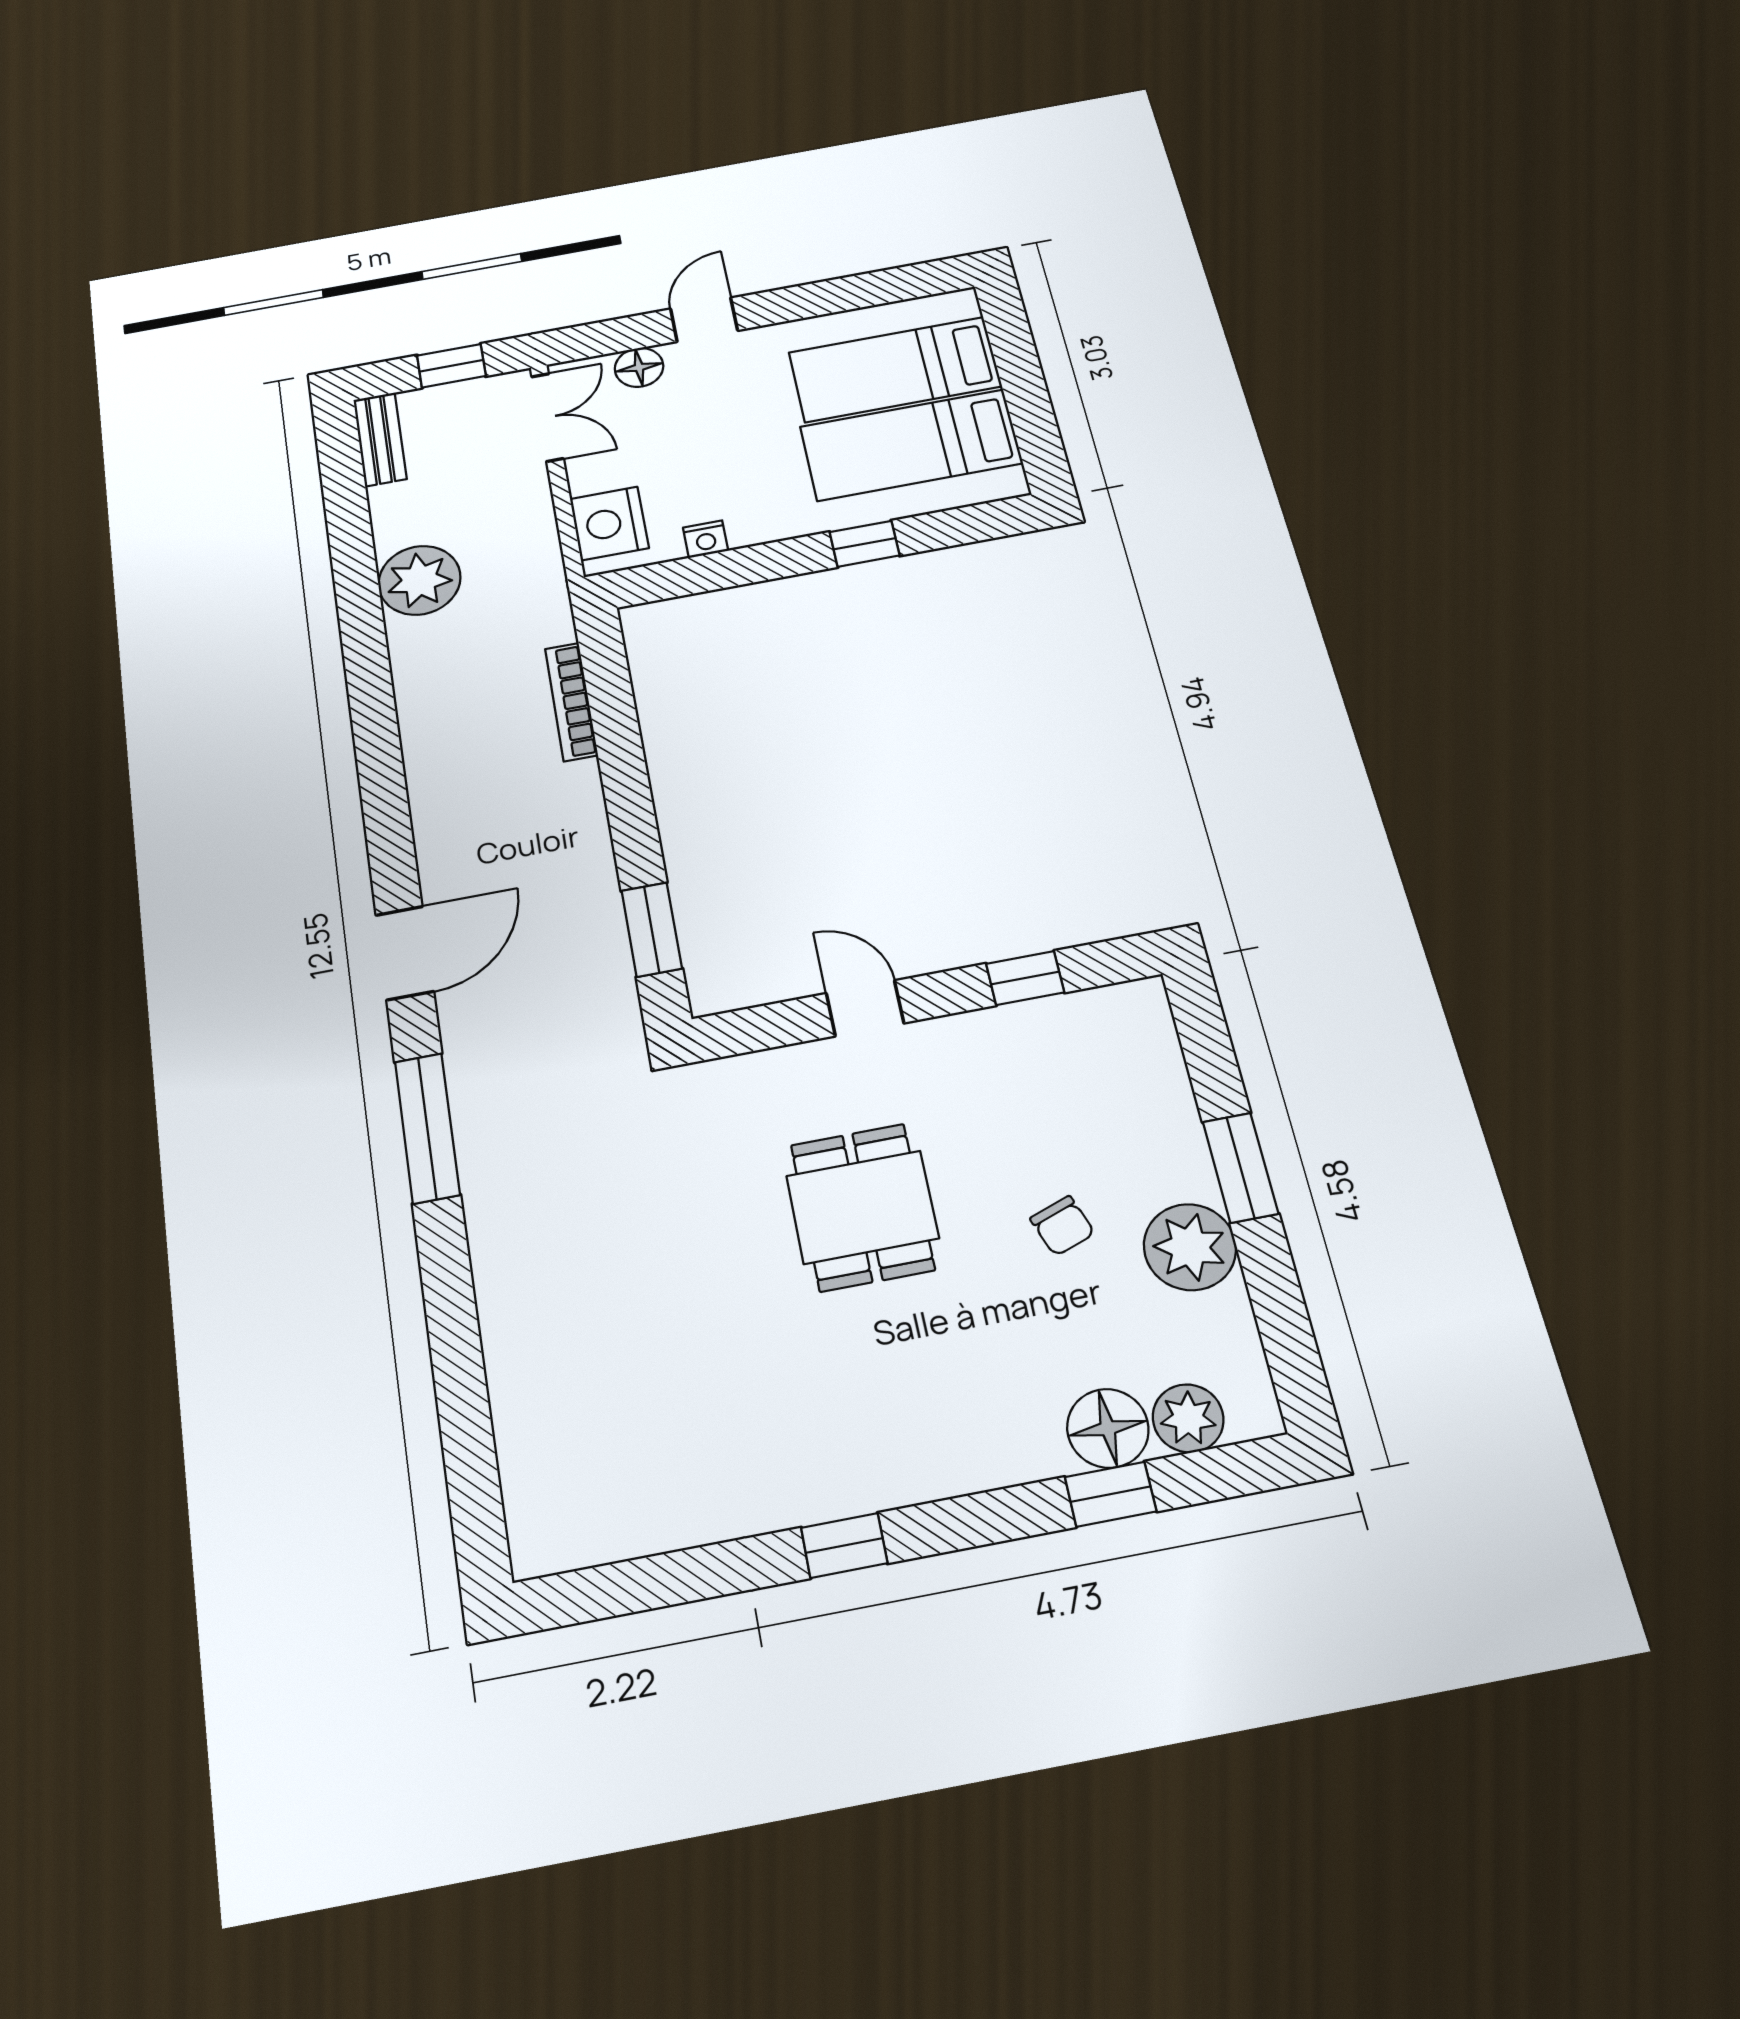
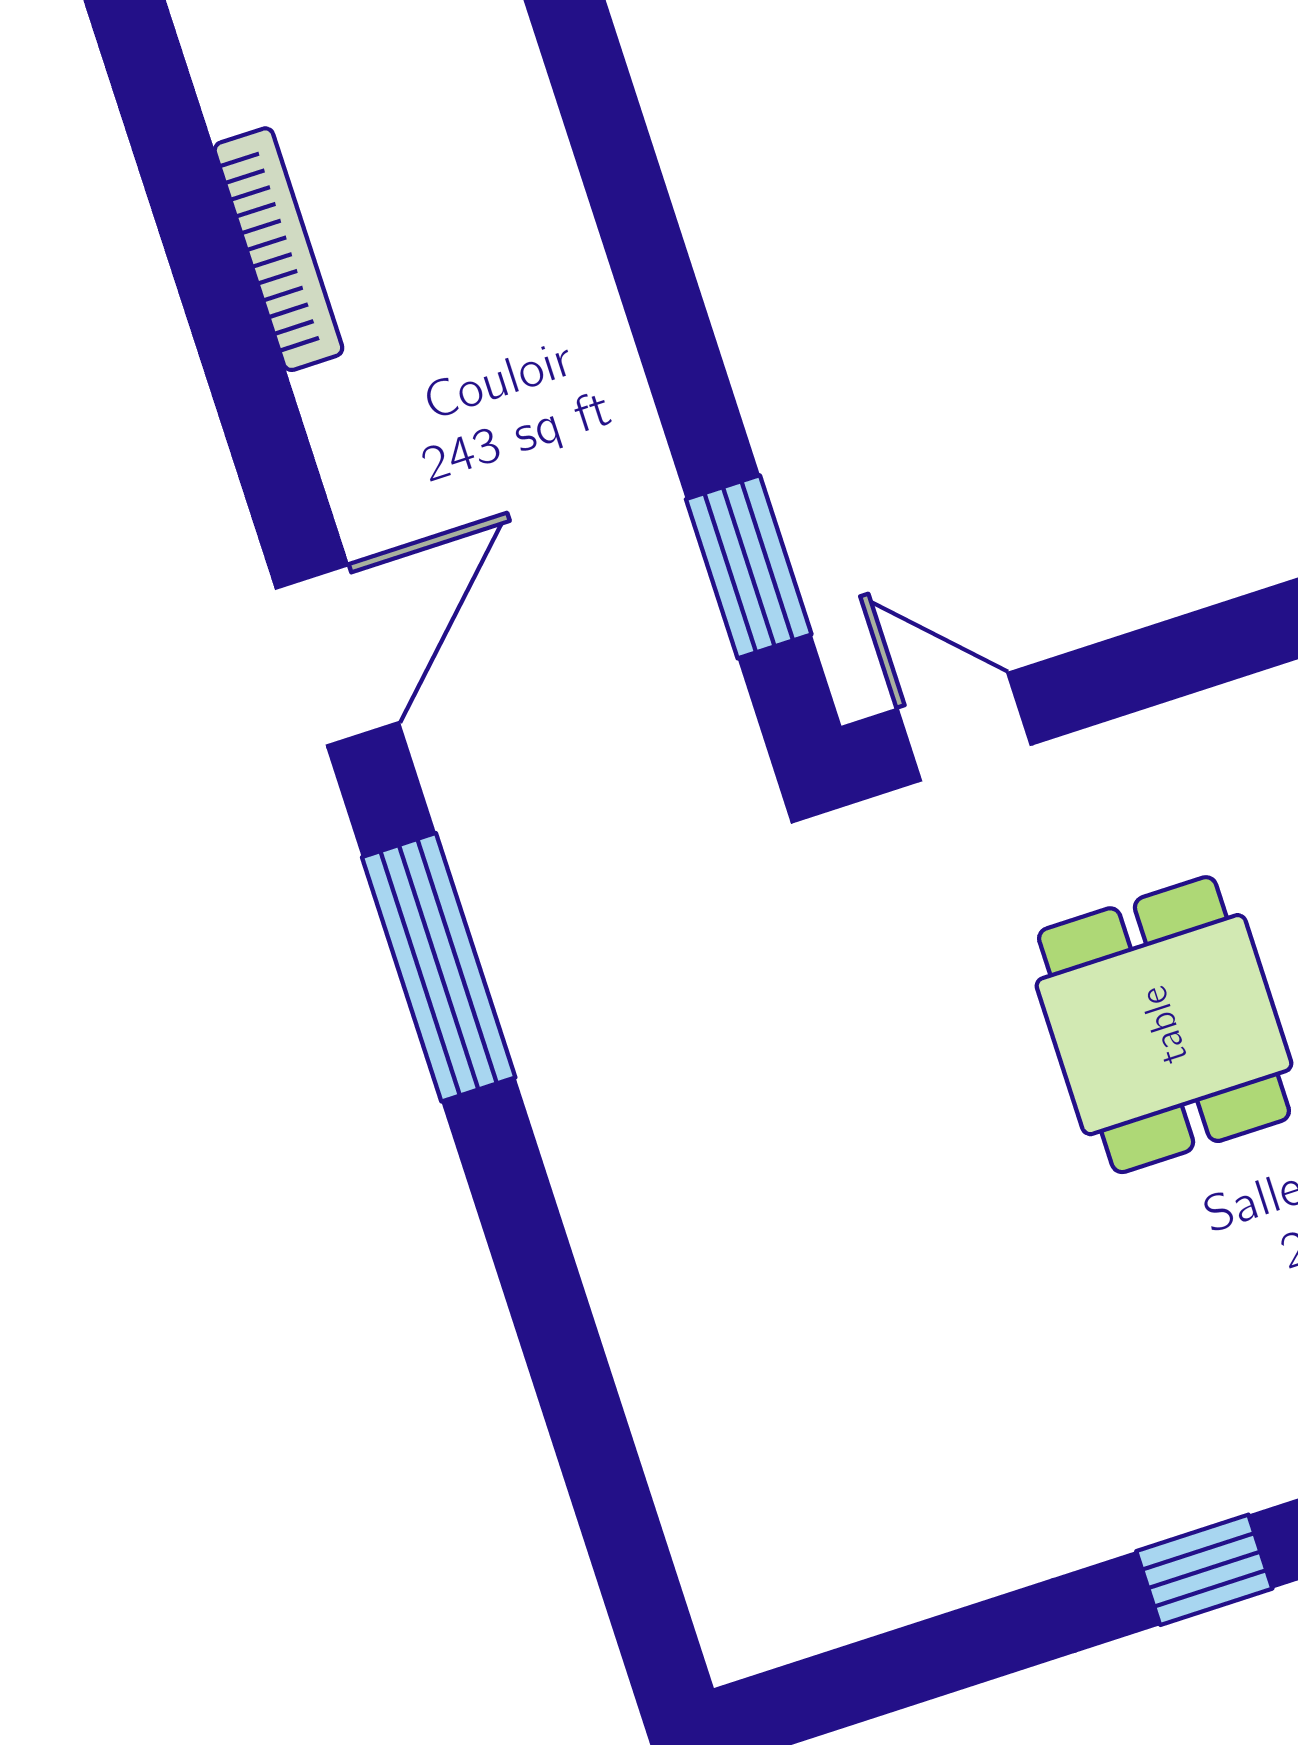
bookcase: (571, 702) -> (278, 249), moved, turned 180
door: (865, 1008) -> (964, 727), moved

